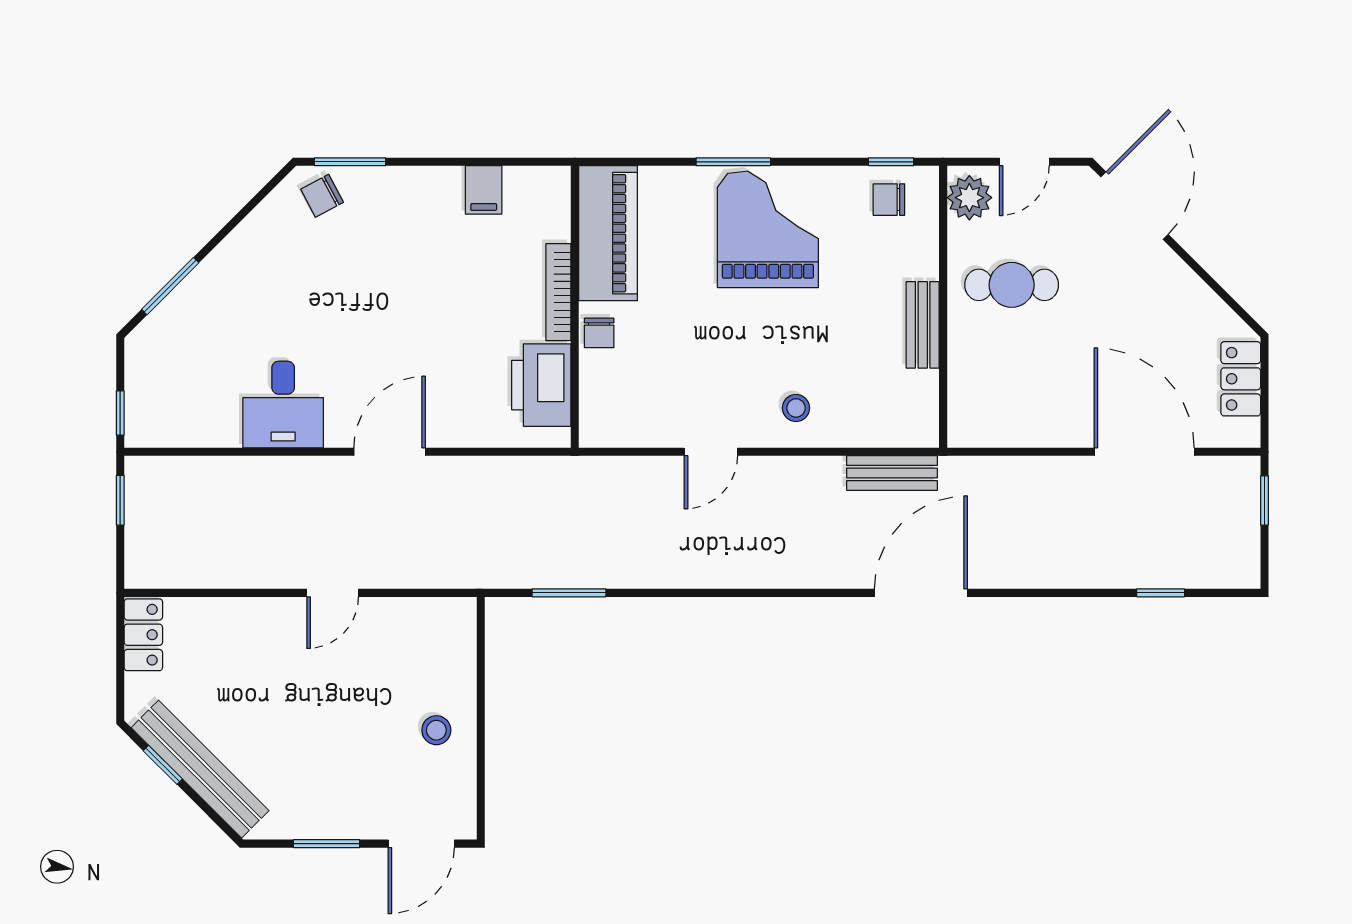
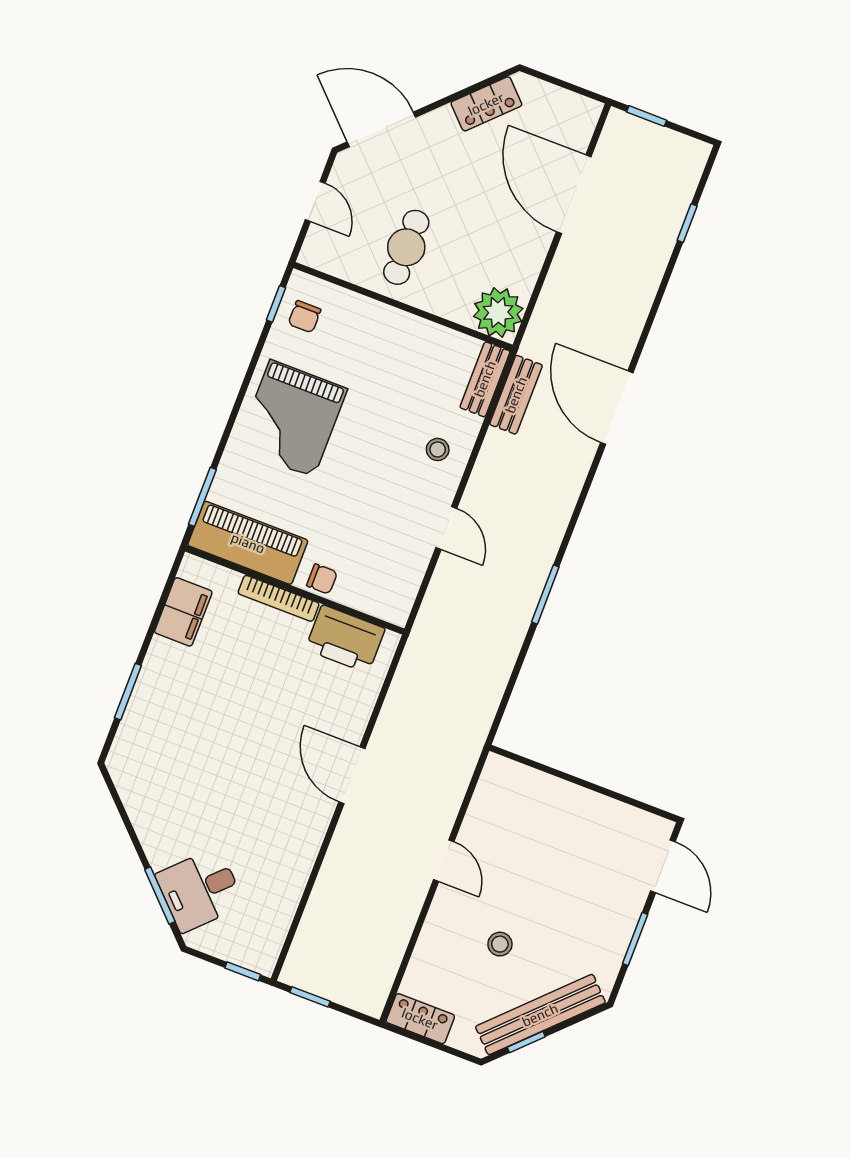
window: (350, 162) -> (128, 692), moved
window: (733, 162) -> (202, 497), moved
filing cabinet: (484, 190) -> (183, 612), width x2.00
chair: (322, 196) -> (135, 752), removed
plant: (969, 198) -> (498, 312), moved, width x1.36, depth x1.36
grand piano: (768, 229) -> (292, 419), turned -90
bench: (923, 325) -> (485, 379), moved, turned 90
locker: (1241, 379) -> (486, 104), moved, turned -45
desk: (283, 405) -> (200, 890), moved, turned 135
door: (1144, 452) -> (574, 194), hinge flipped
window: (569, 593) -> (545, 595), moved
stool: (436, 730) -> (500, 944), moved

